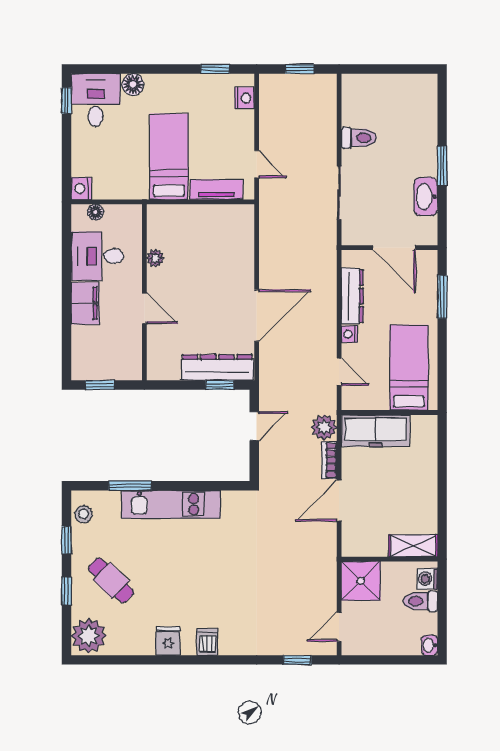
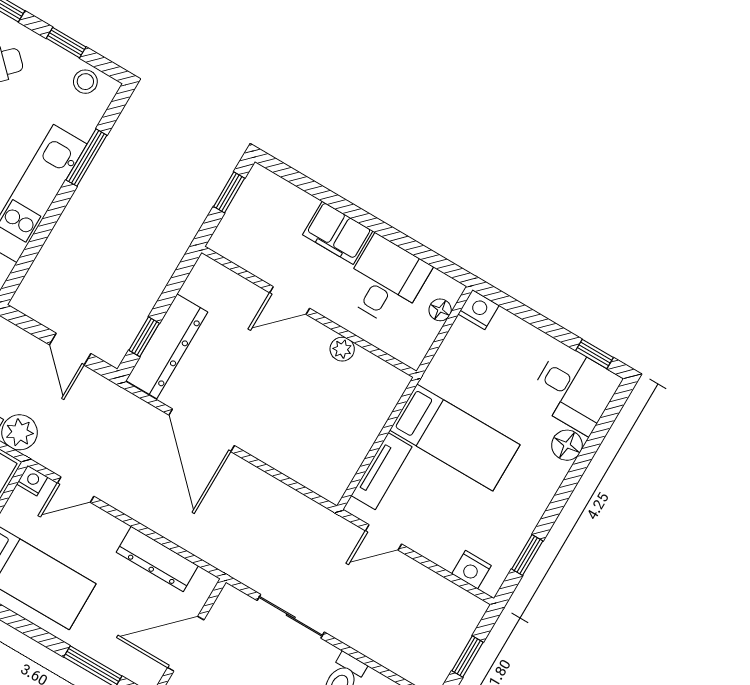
nightstand: (349, 334) -> (32, 481), moved

